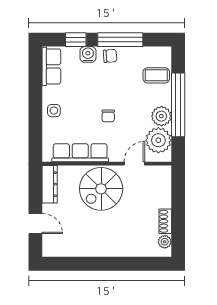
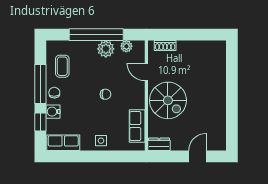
coffee table: (156, 75) -> (62, 66), moved
plant: (158, 140) -> (126, 46), width x0.53, depth x0.53
row of seats: (80, 153) -> (137, 126), width x0.68
dresser: (50, 184) -> (159, 144), width x0.70
shoe rack: (165, 221) -> (165, 46), moved
plant: (165, 242) -> (213, 46), removed

